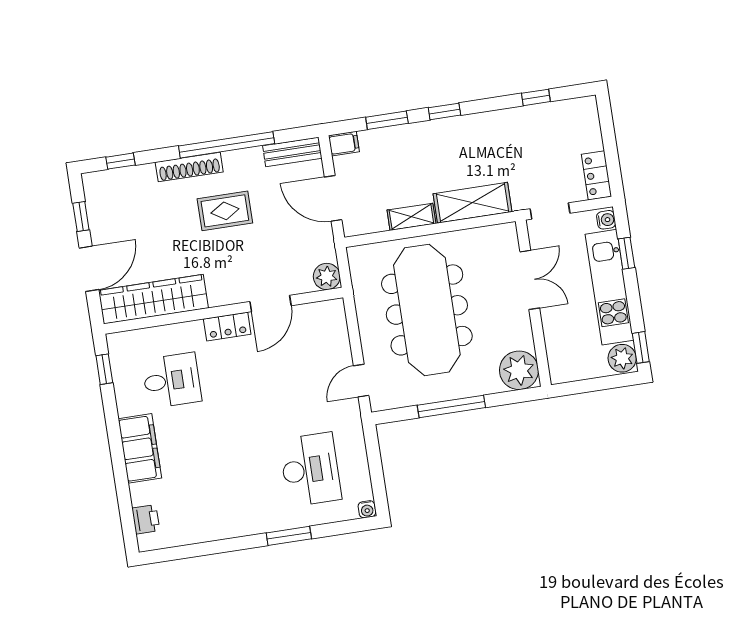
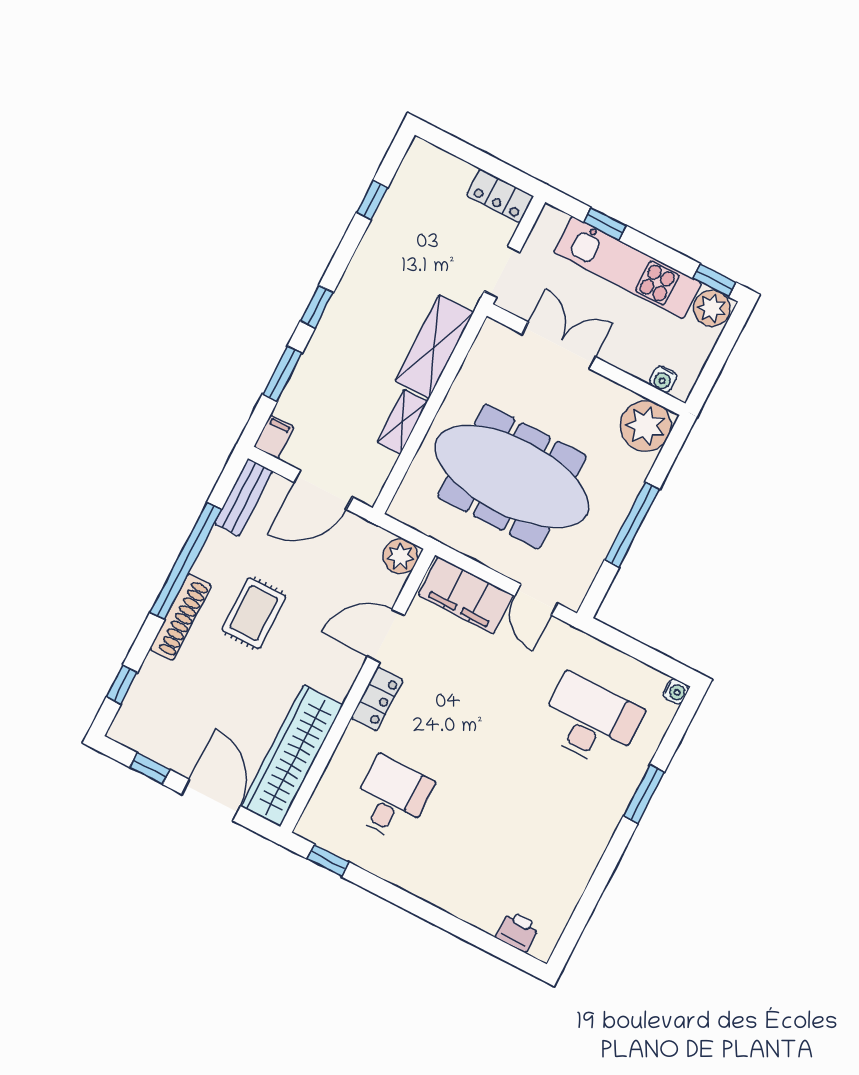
water cooler: (606, 220) -> (663, 379), moved, turned 180
door: (271, 304) -> (386, 636), swing flipped
filing cabinet: (140, 448) -> (466, 595), moved, turned 180

